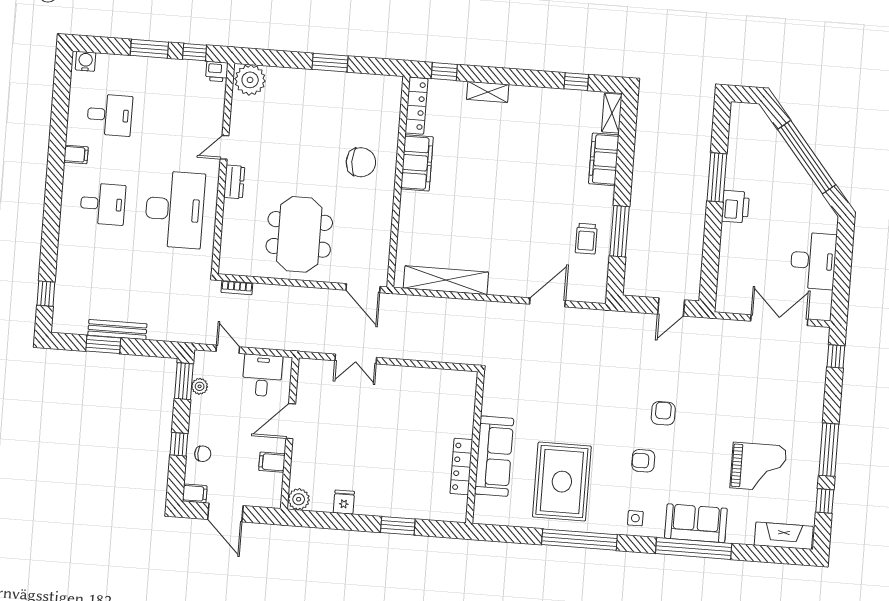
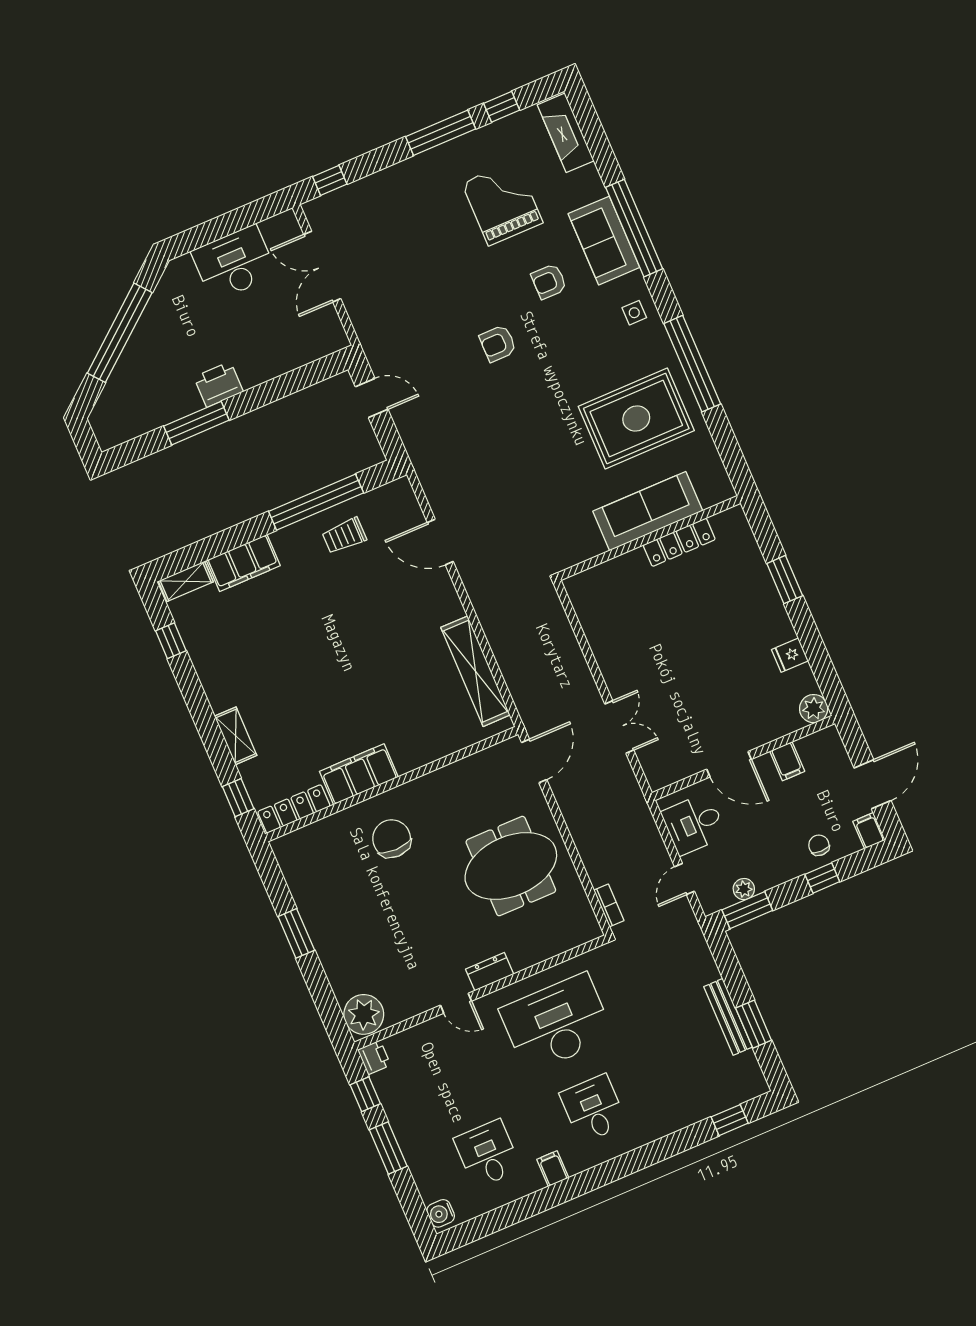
window: (620, 231) -> (316, 502), width x1.46
trolley: (586, 239) -> (344, 536), turned 180
armchair: (643, 461) -> (549, 281), moved, turned 90

